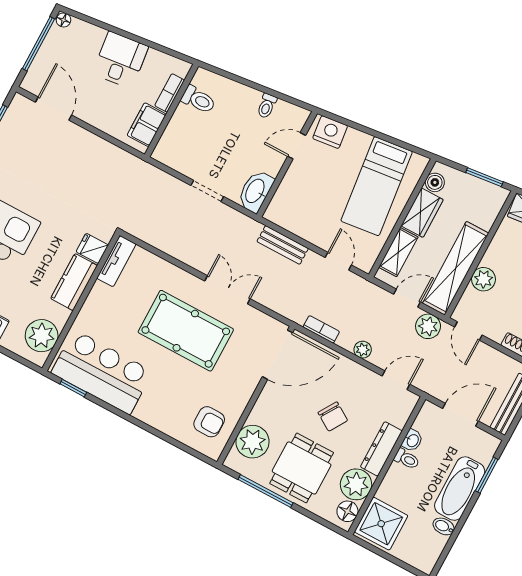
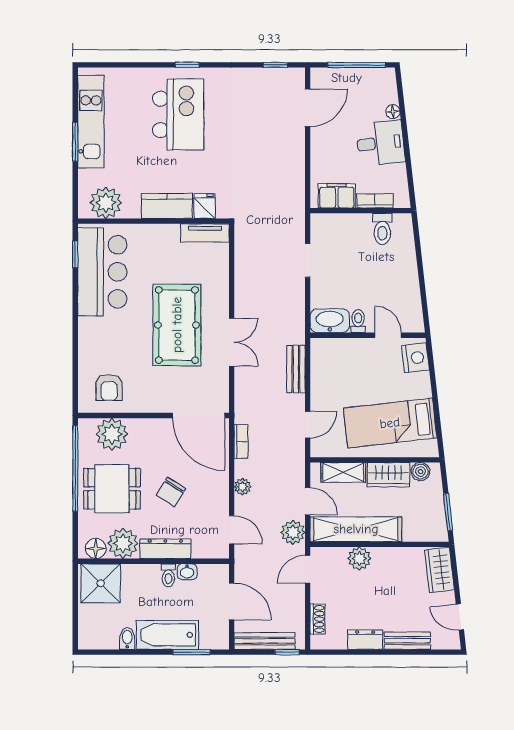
floor lamp: (64, 20) -> (393, 112), moved
toilet: (267, 106) -> (358, 321), moved, turned 96
doorway: (207, 191) -> (308, 261), moved
window: (266, 491) -> (75, 468), width x1.46

